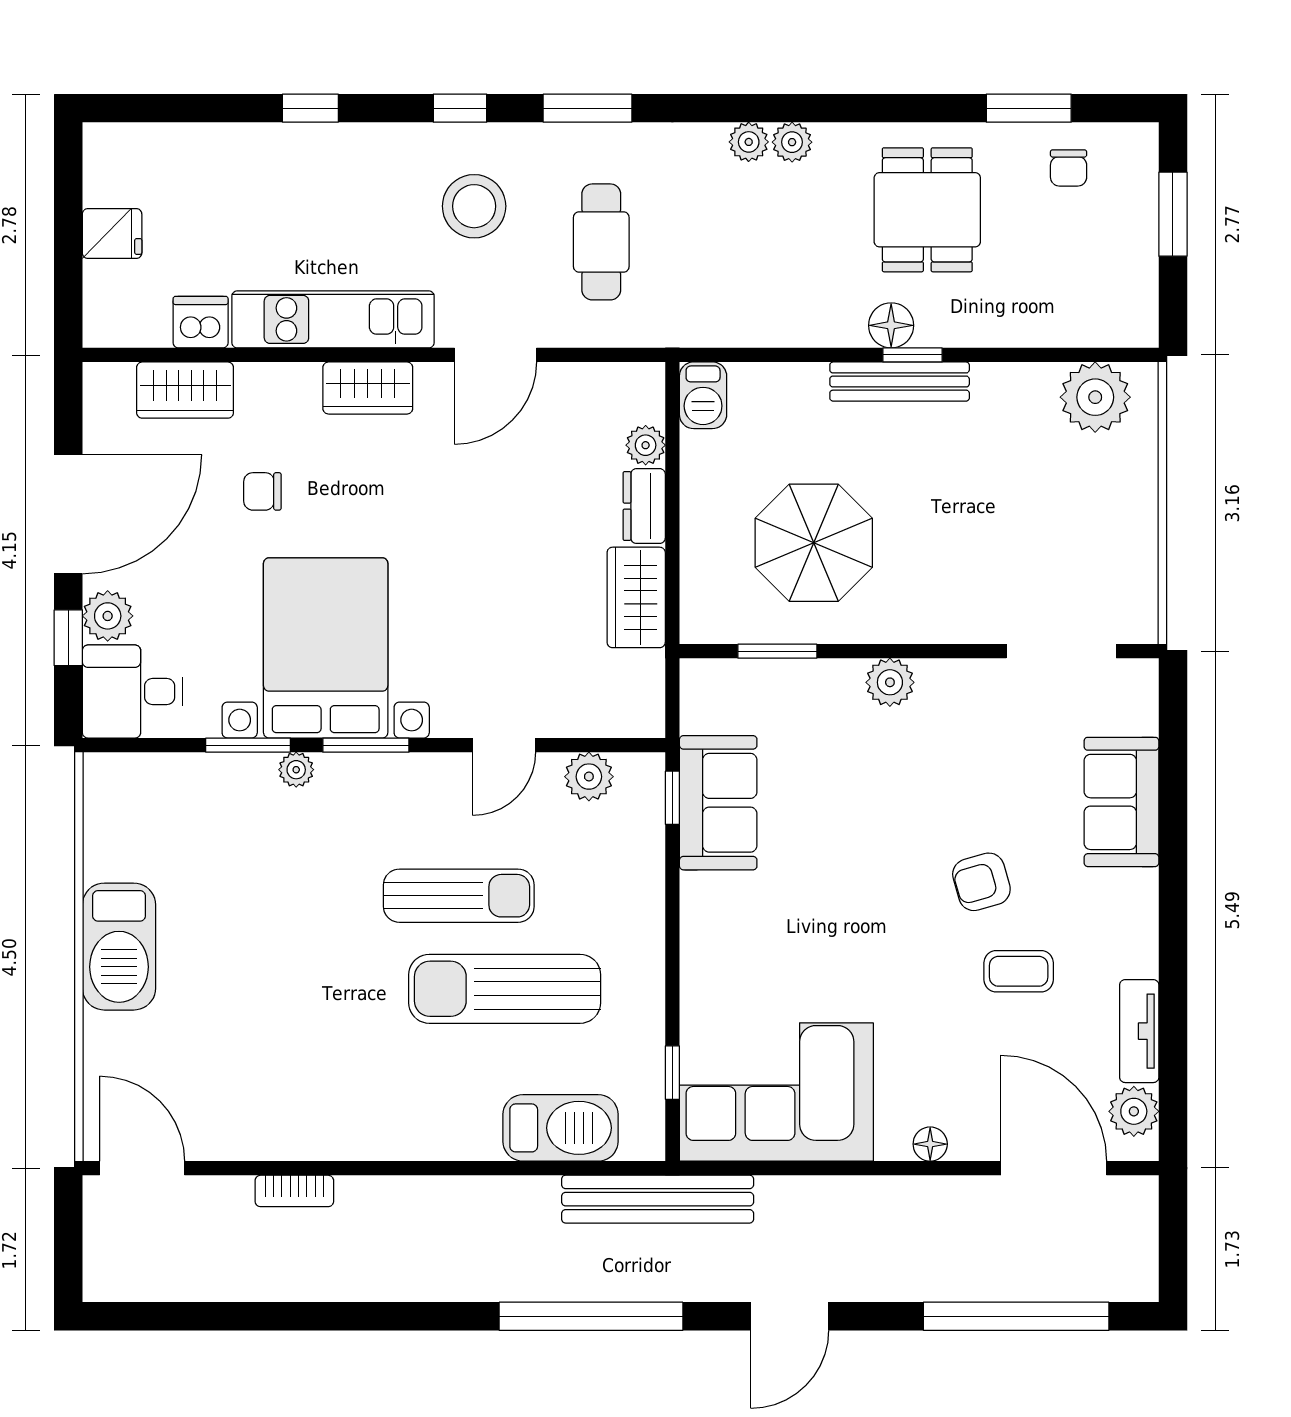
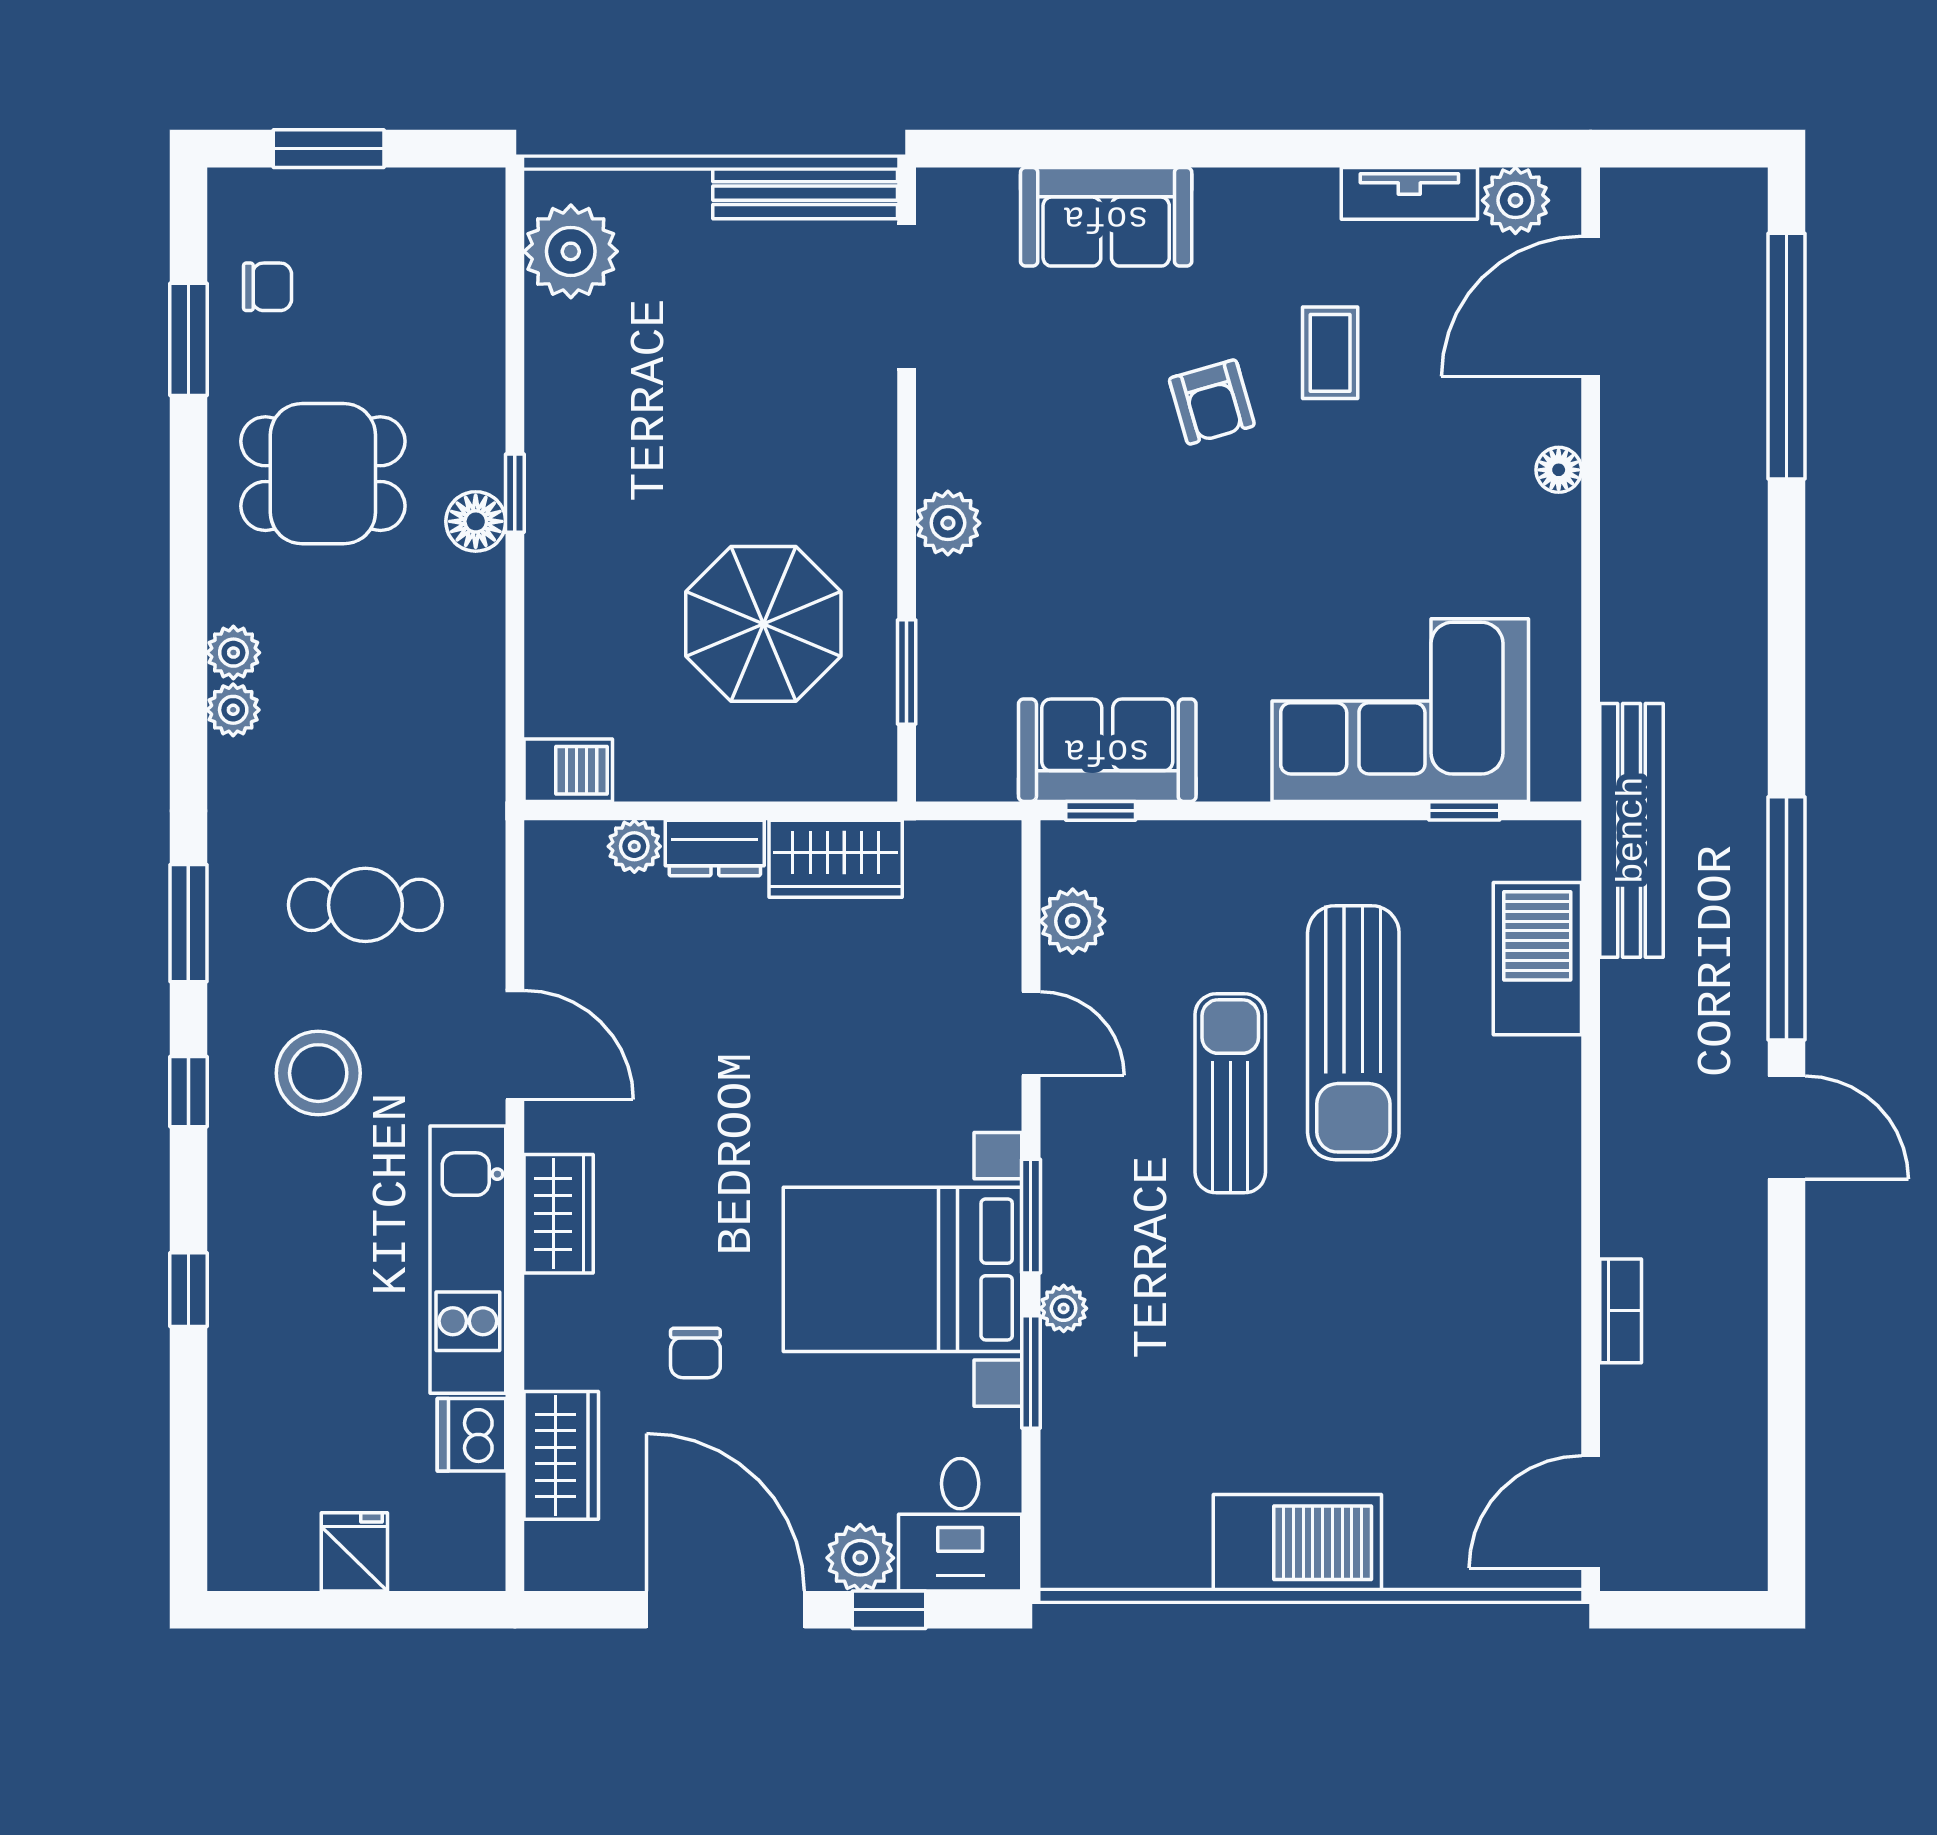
bench: (900, 382) -> (805, 193), moved, turned 90
corner sofa: (776, 1092) -> (1400, 710), moved, turned 90
door: (790, 1316) -> (1786, 1128), moved

